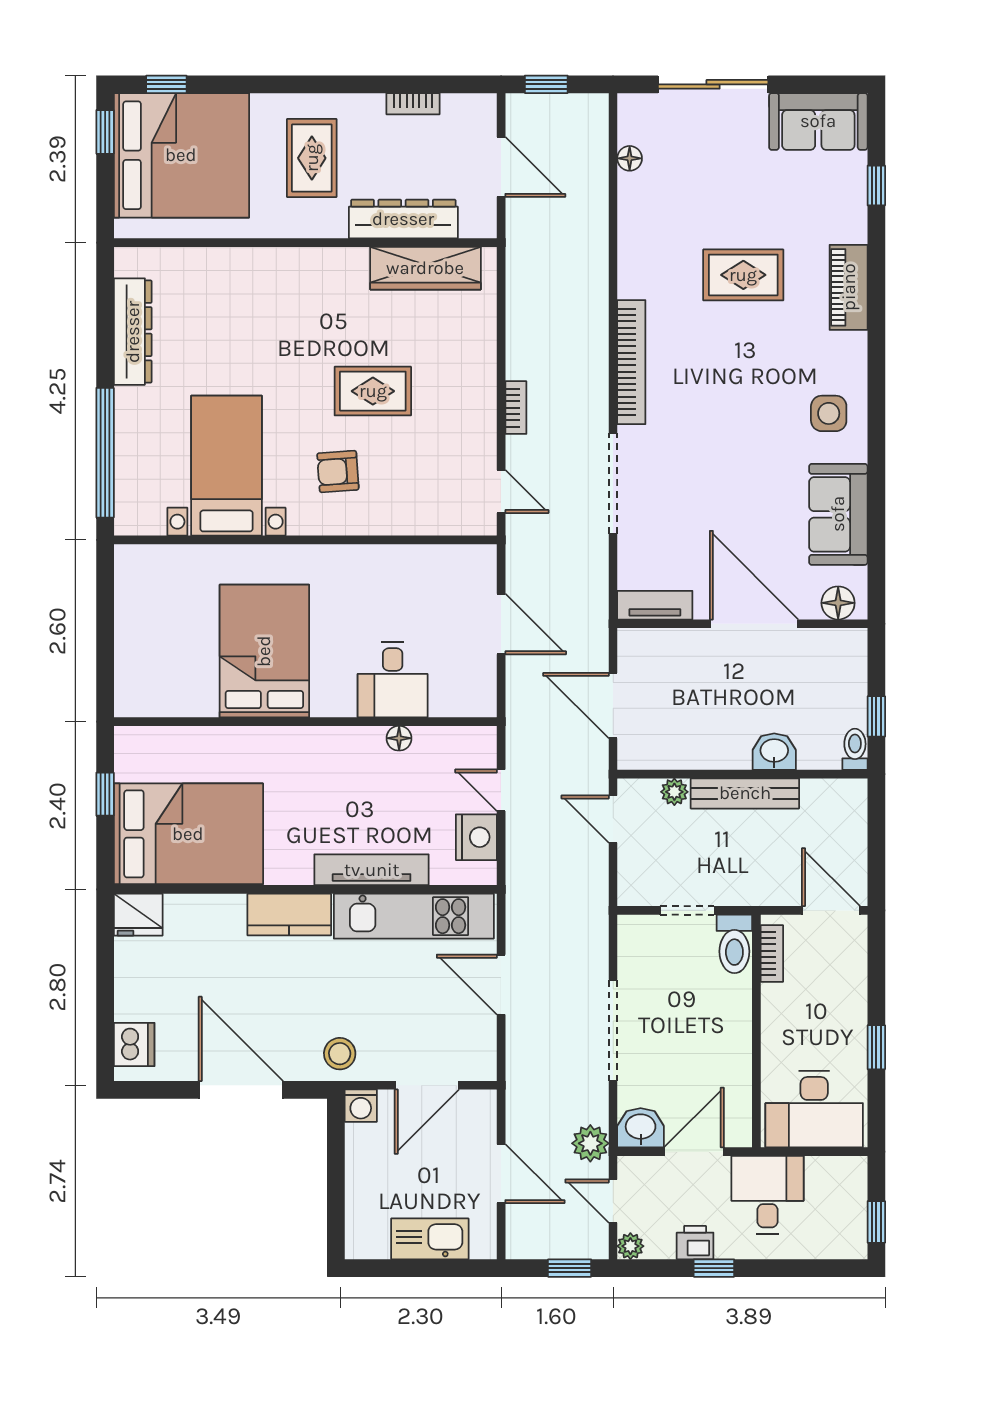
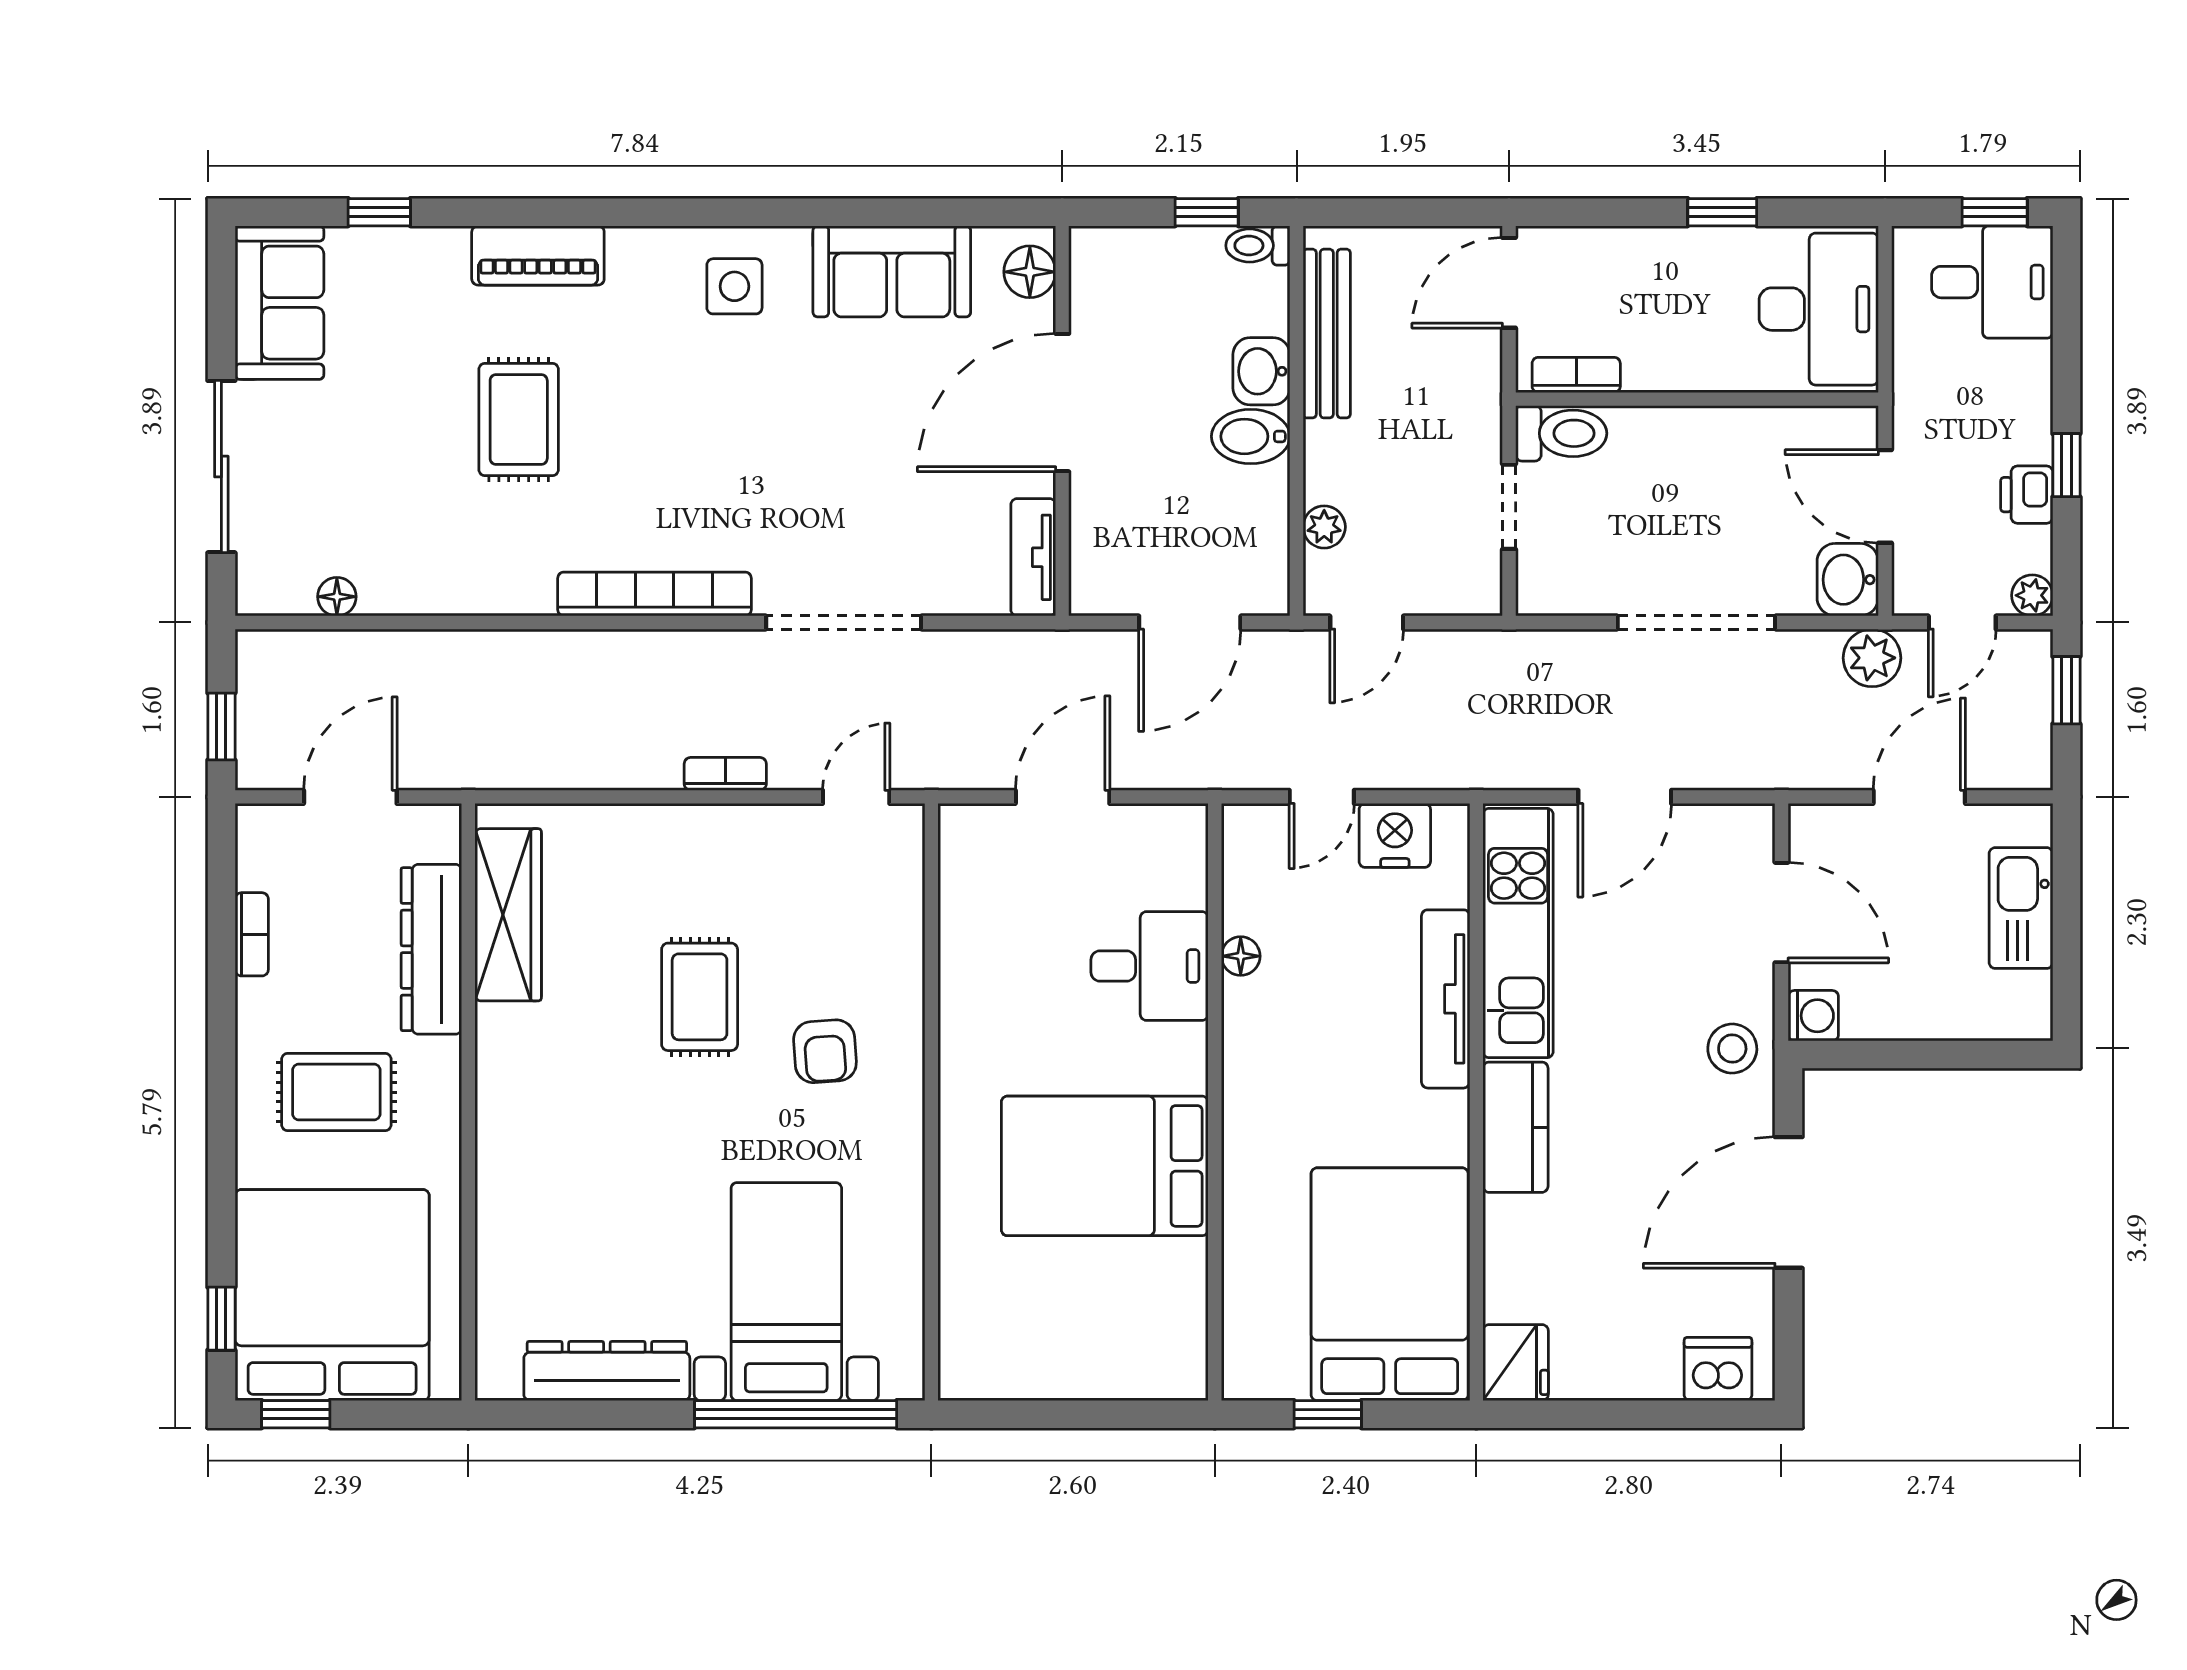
bed with nightstands: (226, 466) -> (786, 1292), moved, turned 90
bidet: (732, 745) -> (1251, 436), added
bench: (745, 793) -> (1327, 334), moved
desk: (768, 1195) -> (1992, 282), moved, turned 180

